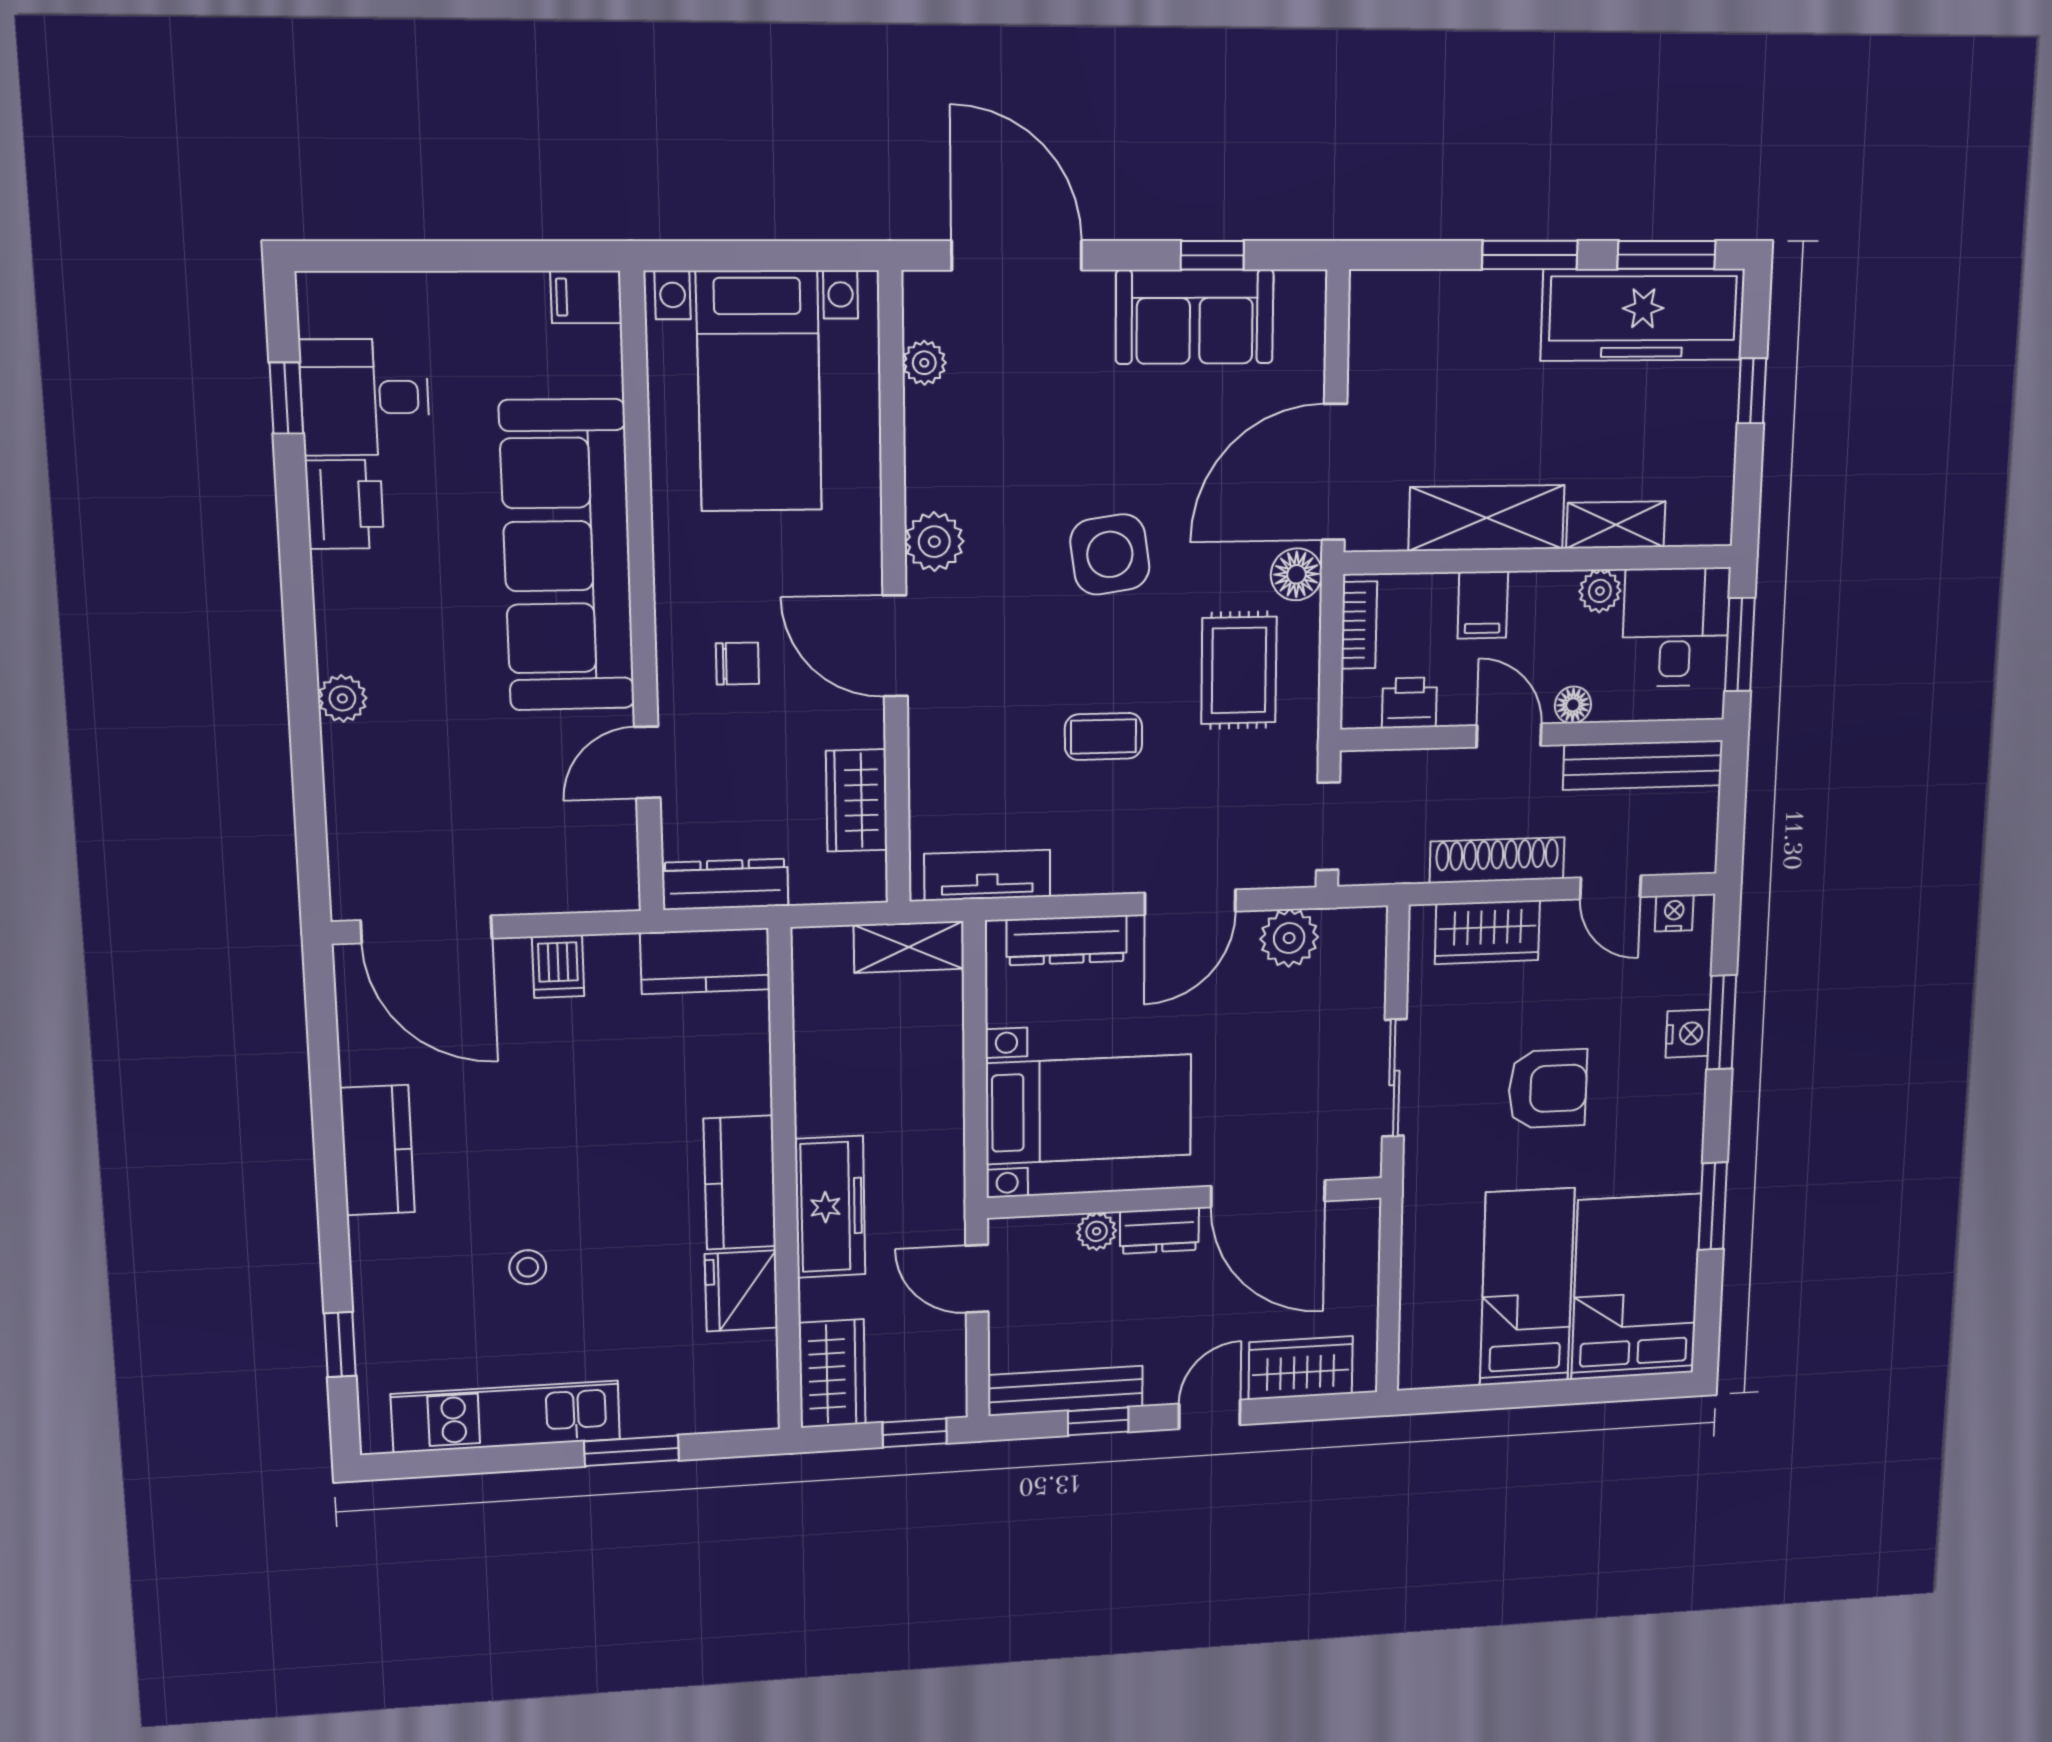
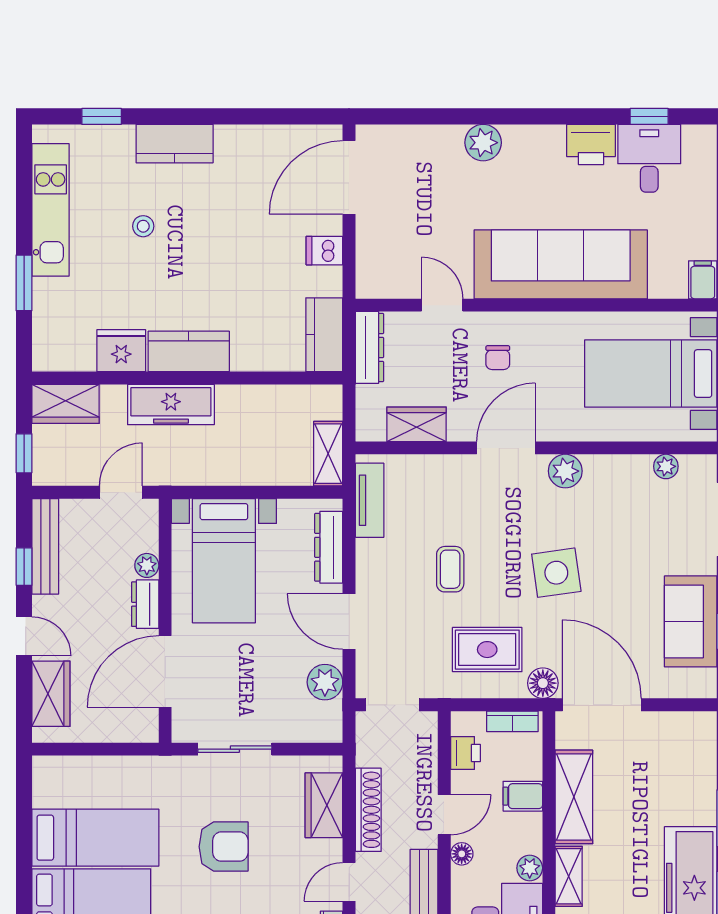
plant: (342, 698) -> (483, 143), width x1.38, depth x1.38
armchair: (1548, 1089) -> (224, 847), turned -90
kitchen counter: (377, 1150) -> (175, 144), moved

